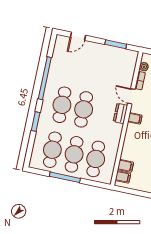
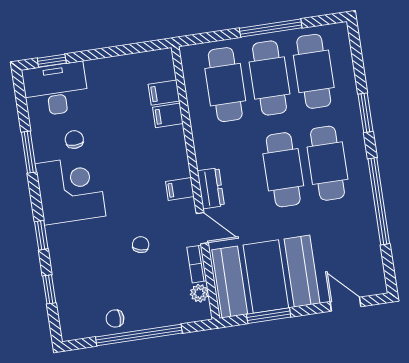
door: (78, 36) -> (346, 304), hinge flipped
booth: (110, 63) -> (266, 277), added
filing cabinet: (123, 177) -> (168, 115), moved

